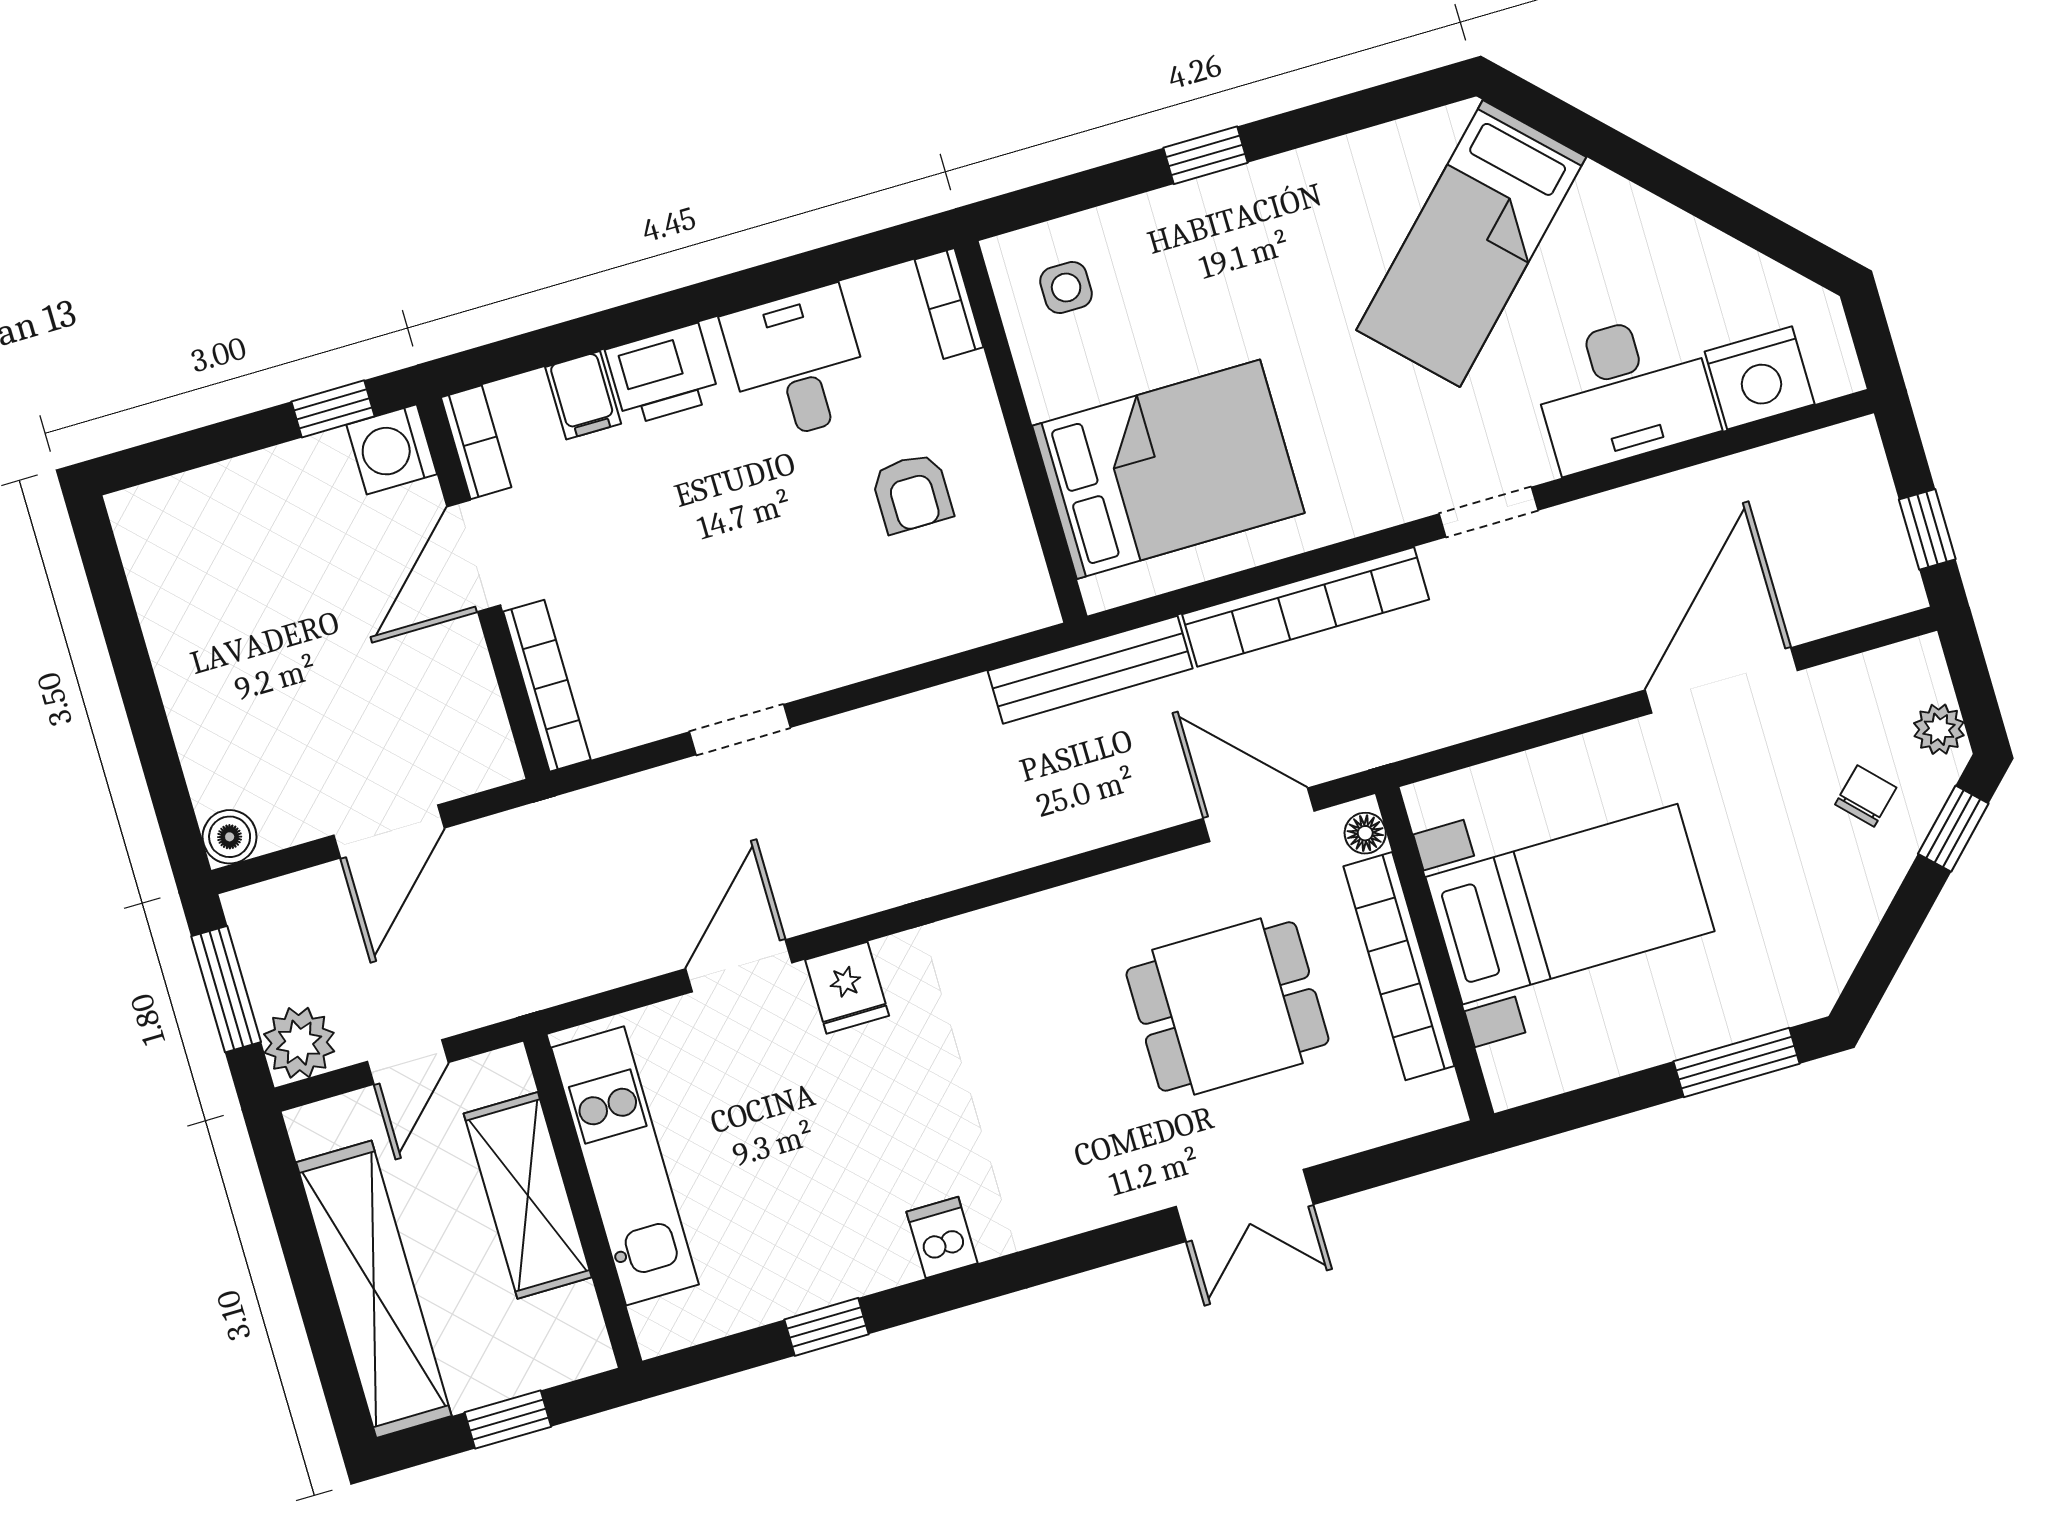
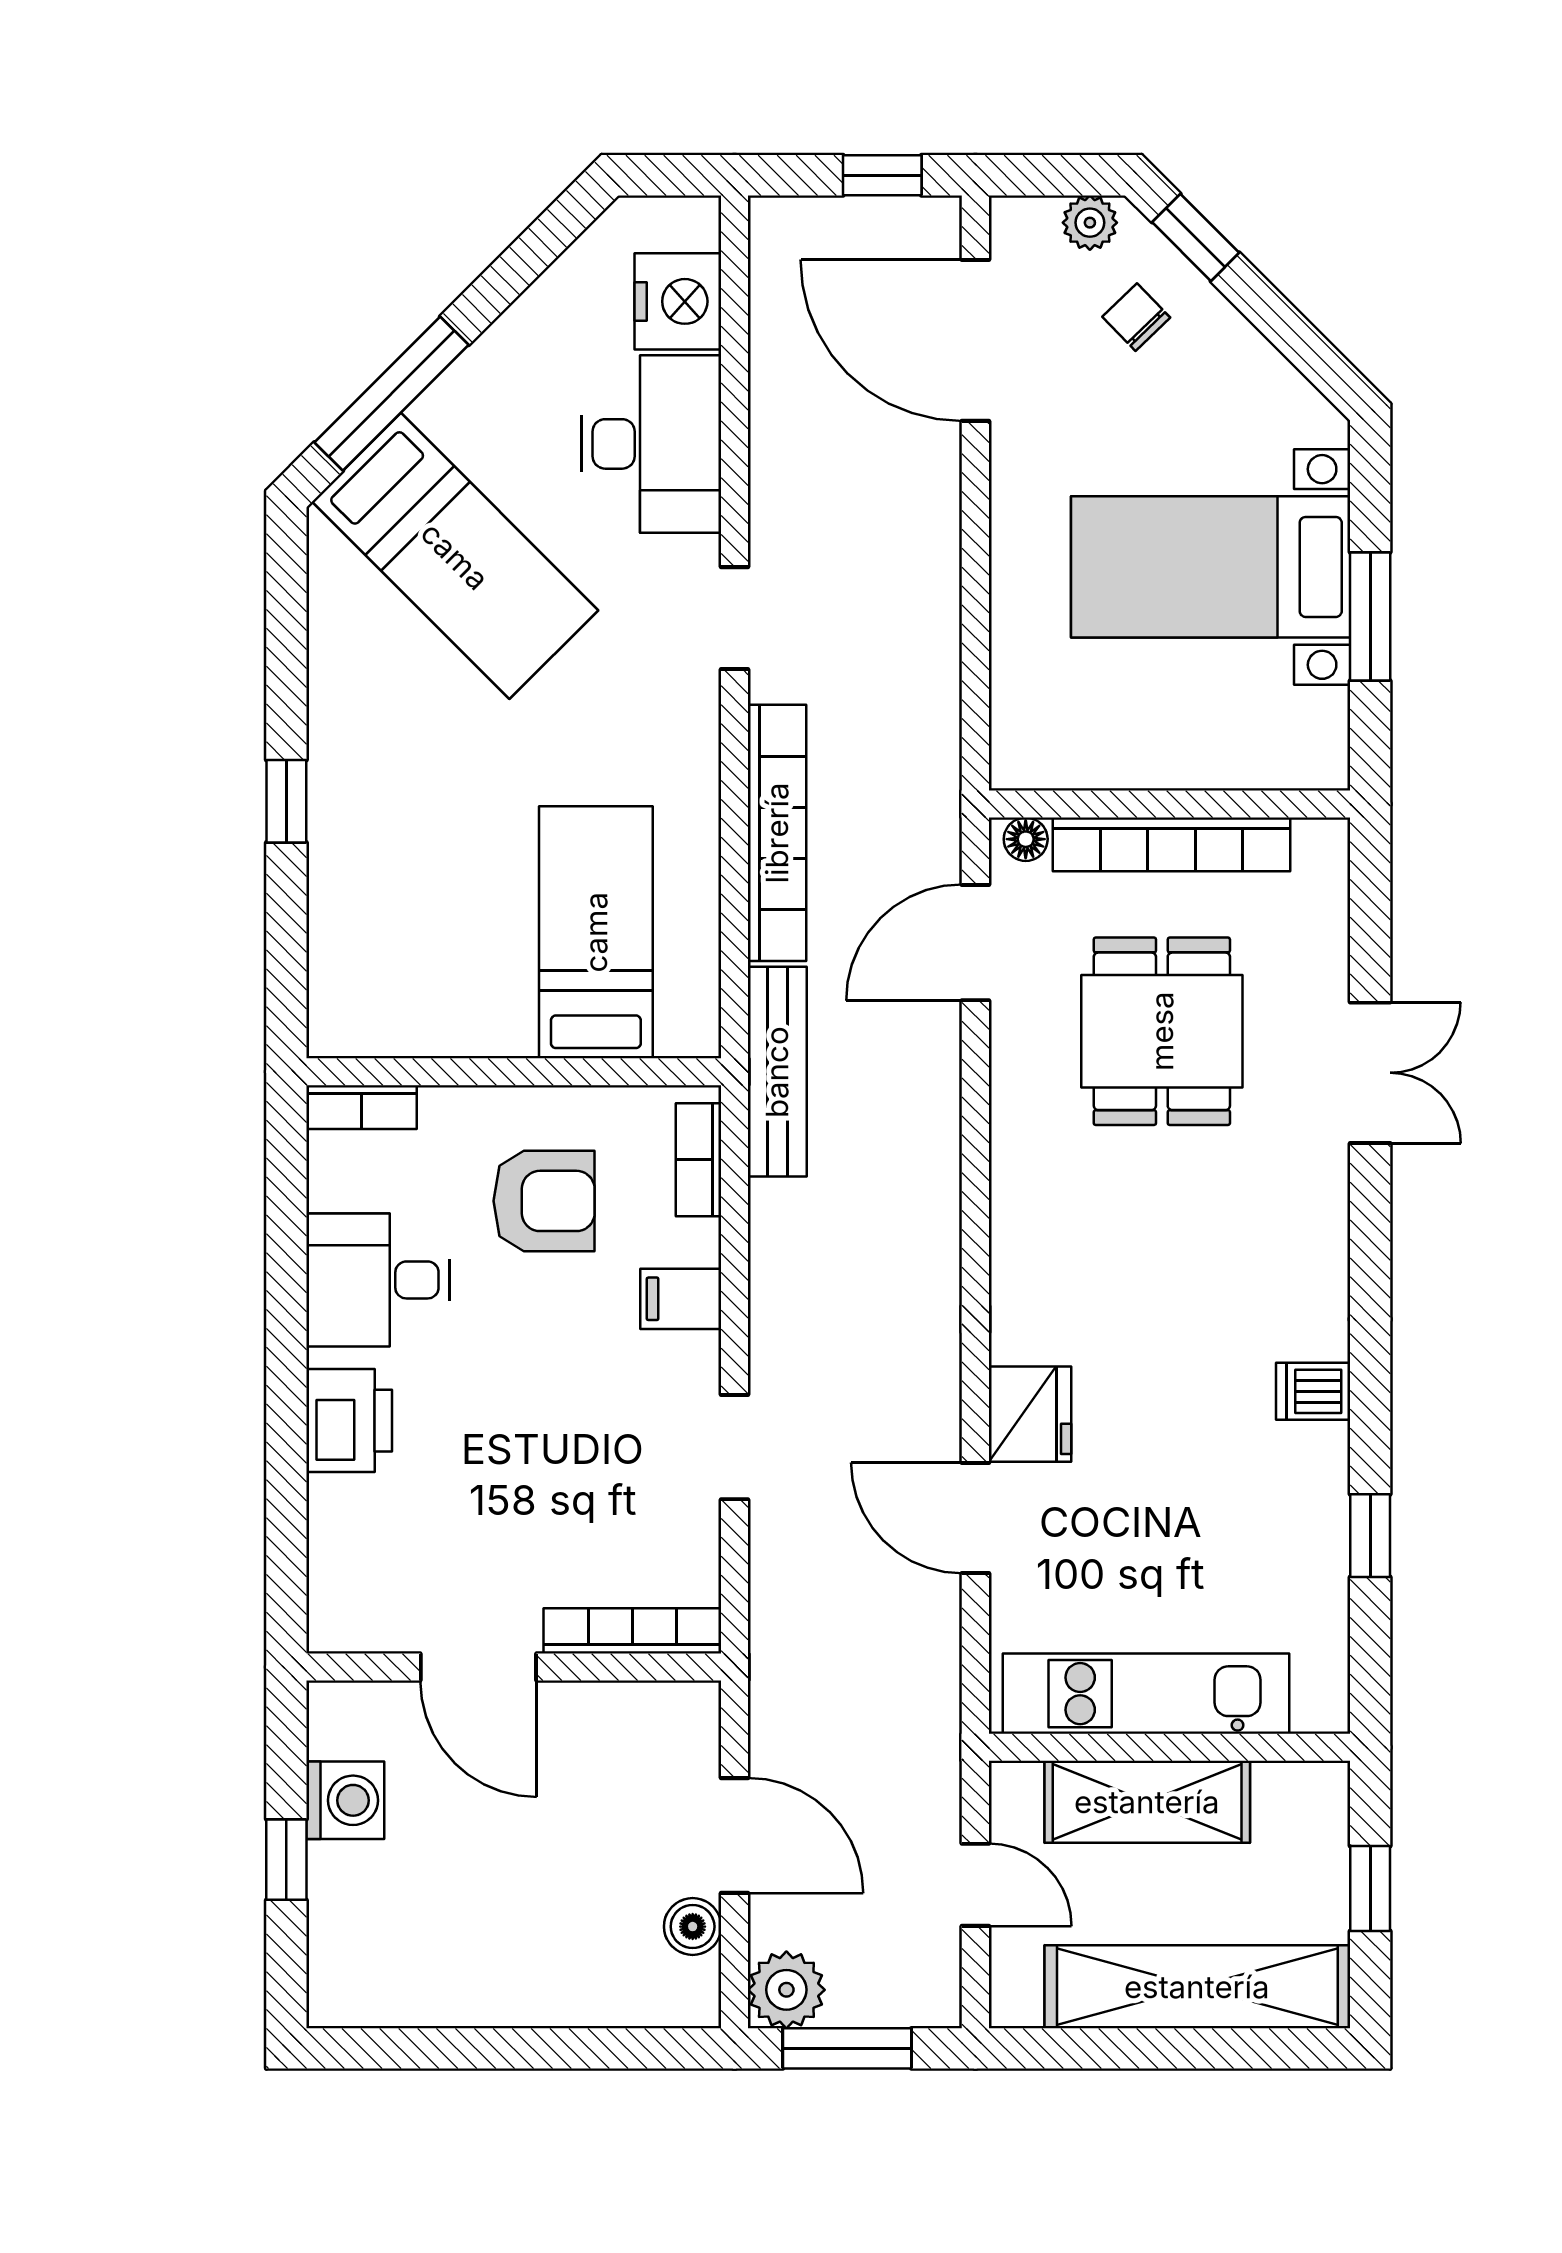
window: (1601, 143) -> (392, 394), added
side table: (1066, 287) -> (380, 983), removed
filing cabinet: (583, 395) -> (681, 1299), moved, turned 180
window: (333, 409) -> (286, 1860), moved
bookcase: (476, 442) -> (699, 1160), moved, turned -90
washing machine: (392, 449) -> (345, 1800), moved, turned -90
bed: (1168, 469) -> (596, 932), width x0.67
armchair: (912, 493) -> (544, 1201), width x1.38, depth x1.38
door: (1721, 680) -> (975, 340), moved
boiler: (230, 837) -> (693, 1927), moved
bed with nightstands: (1570, 904) -> (1211, 567), moved, turned -90
fridge: (847, 988) -> (1030, 1414), width x1.38
plant: (299, 1043) -> (786, 1990), moved
window: (1736, 1063) -> (1370, 616), moved

